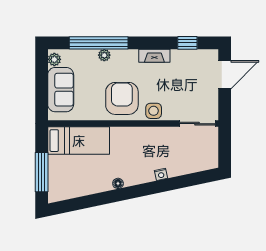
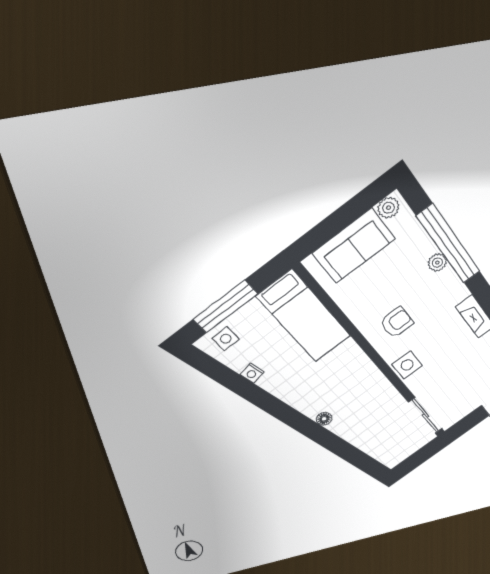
armchair: (122, 98) -> (397, 322), width x0.53, depth x0.53
nightstand: (161, 174) -> (252, 373), moved
floor lamp: (118, 183) -> (324, 419), moved
side table: (59, 186) -> (226, 339), added

